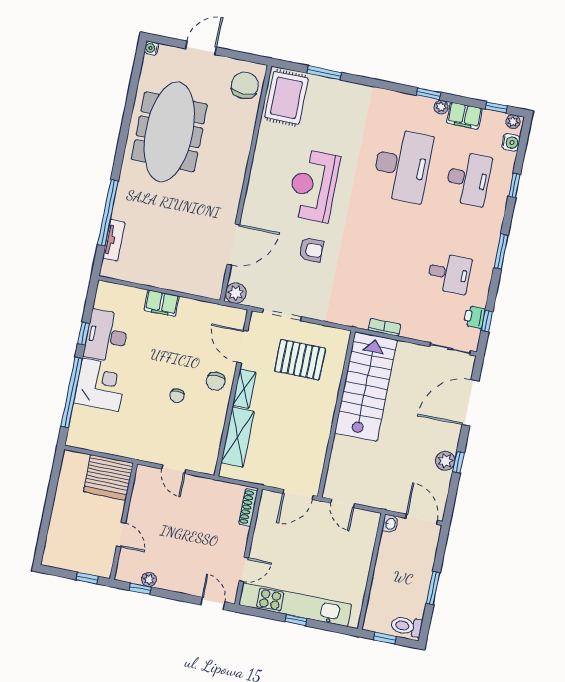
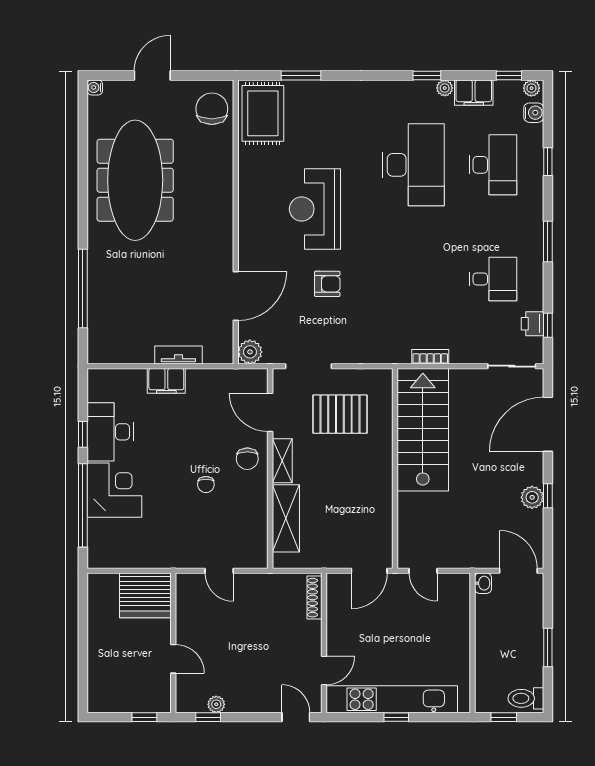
tv unit: (114, 240) -> (178, 355), moved, turned -90

